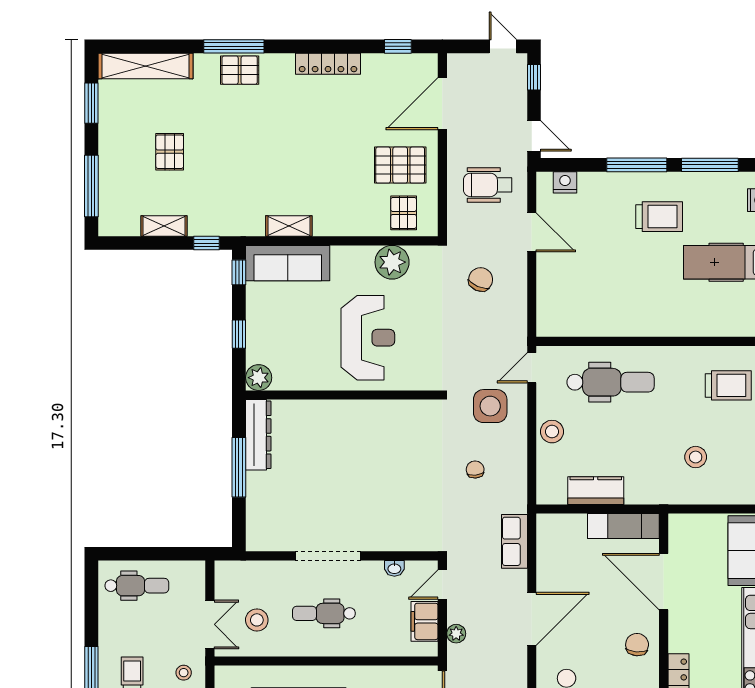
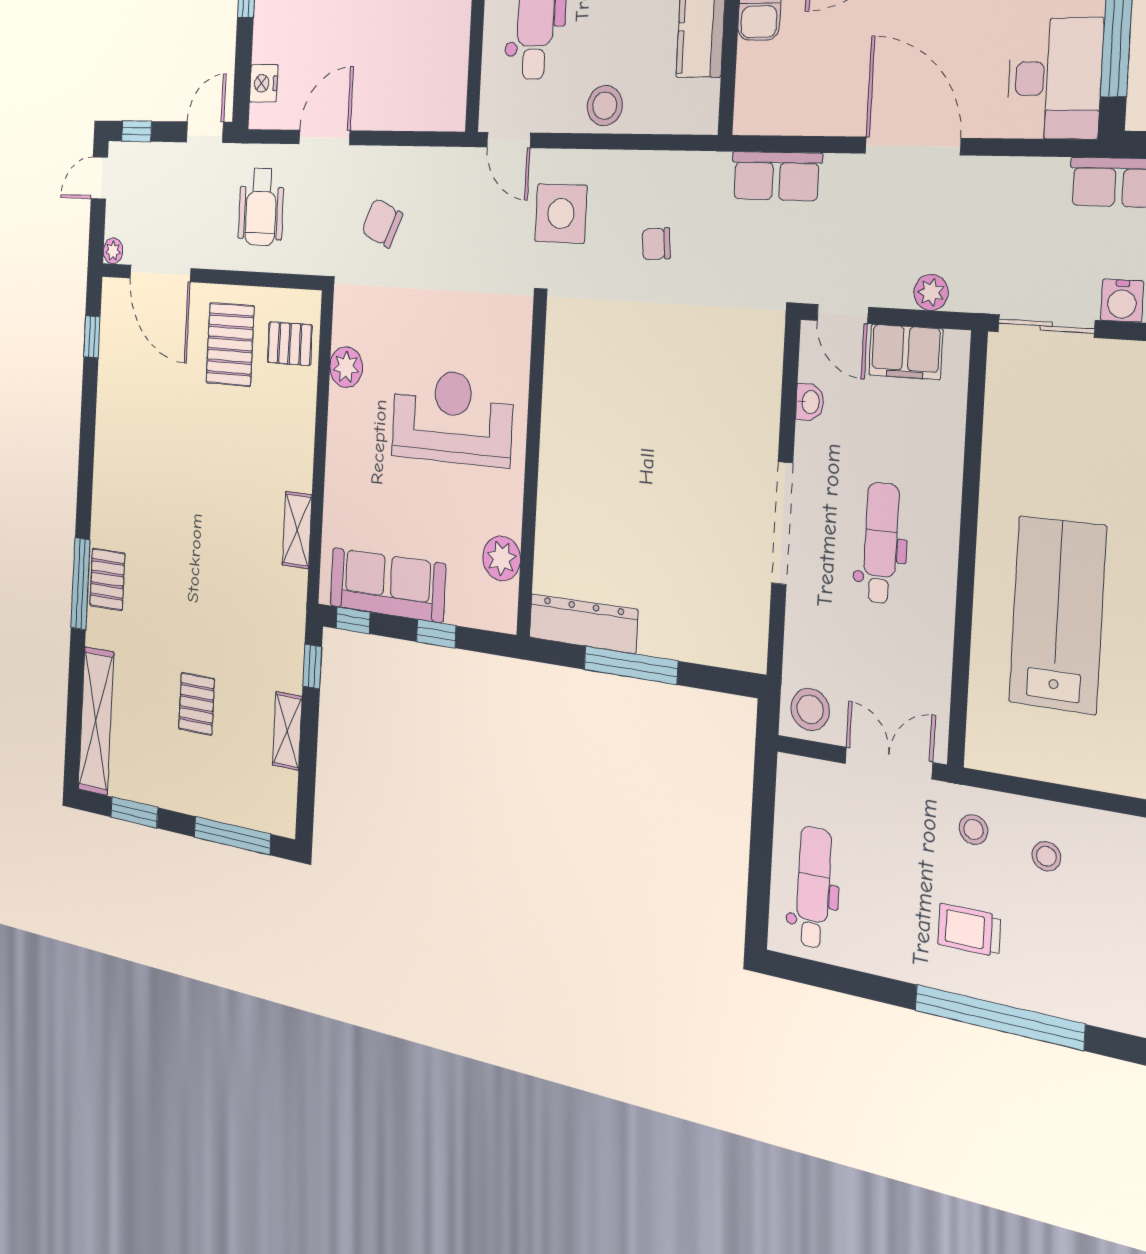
plant: (455, 62) -> (113, 251), added
locker: (328, 64) -> (106, 444), removed
pallet: (170, 152) -> (197, 704), turned 90
plant: (392, 262) -> (346, 367), width x0.73, depth x0.73
sofa: (288, 263) -> (387, 585), moved, turned -90
plant: (259, 378) -> (502, 558), moved
dental chair: (324, 613) -> (881, 543), turned 180
stool: (257, 620) -> (810, 709), moved

